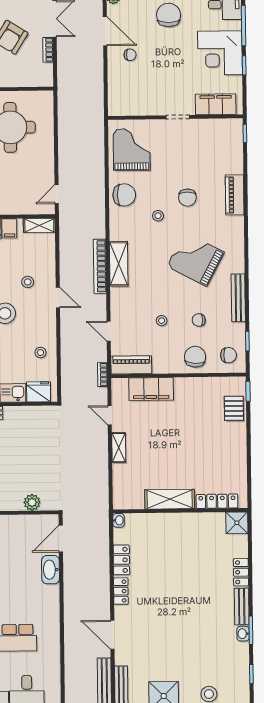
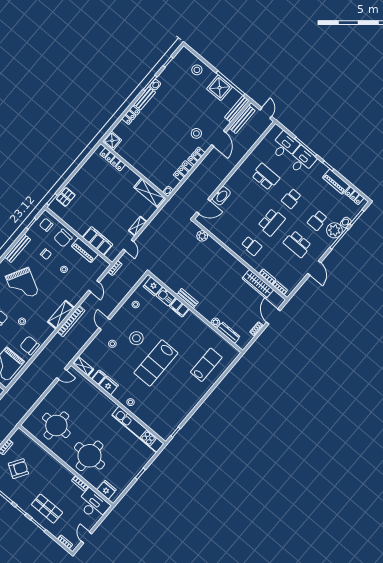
piano: (131, 365) -> (85, 250), moved
shelving: (170, 499) -> (150, 193), moved
stool: (144, 618) -> (196, 133), added

